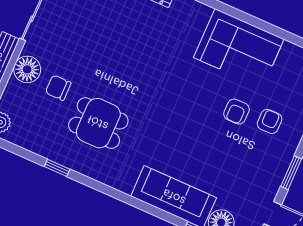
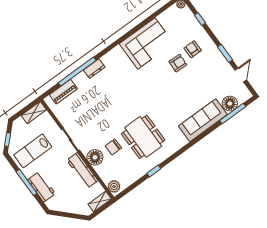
armchair: (236, 112) -> (178, 63), turned -87
dining table: (98, 123) -> (143, 137), width x1.38

